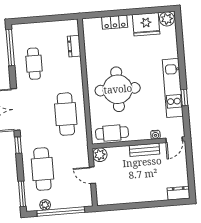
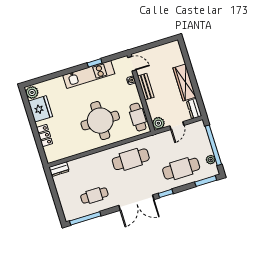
dresser: (74, 46) -> (59, 169), moved
dresser: (179, 193) -> (194, 109), moved
wardrobe: (139, 195) -> (184, 82), added

